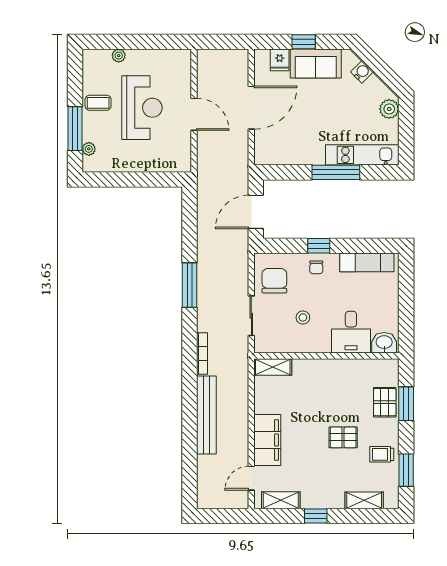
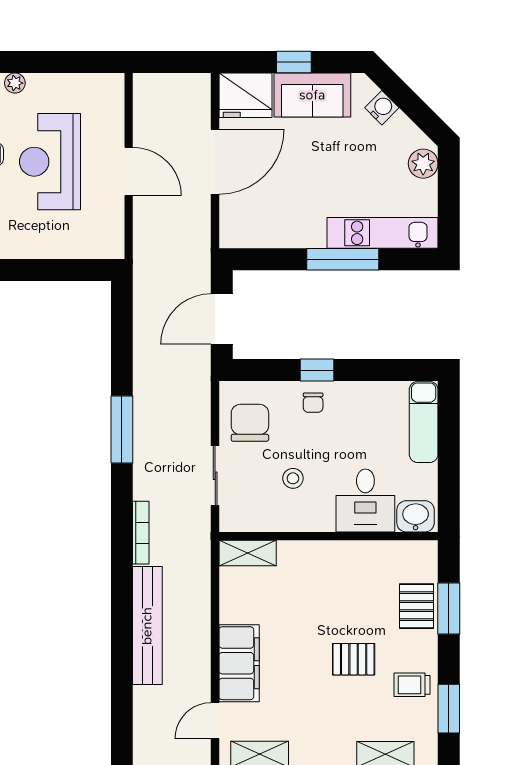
fridge: (280, 60) -> (245, 95), width x1.88, depth x1.34
reception desk: (142, 108) -> (50, 162), turned 180
exam couch: (367, 262) -> (424, 422), moved, turned 90

